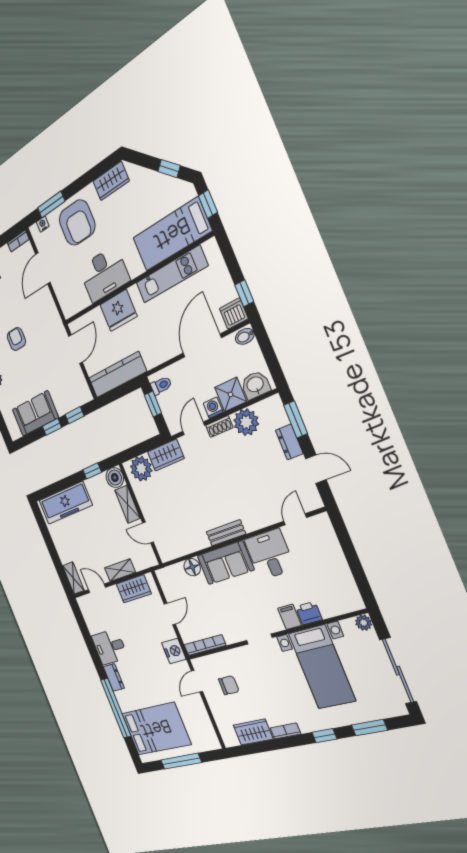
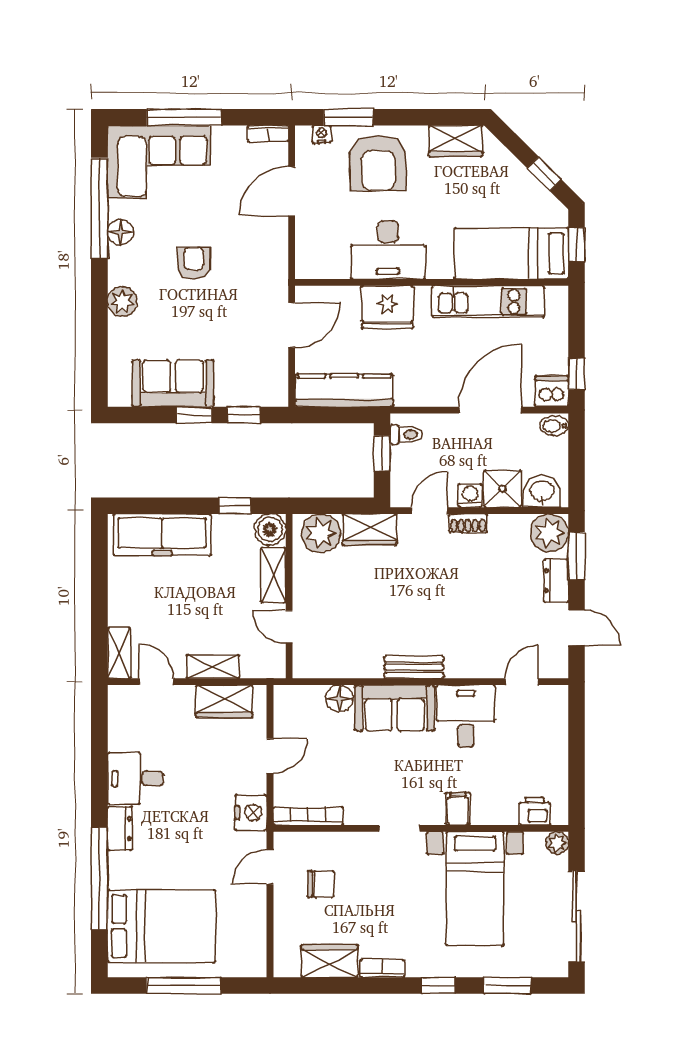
plant: (246, 422) -> (549, 533), moved
printer: (309, 613) -> (535, 811), moved

